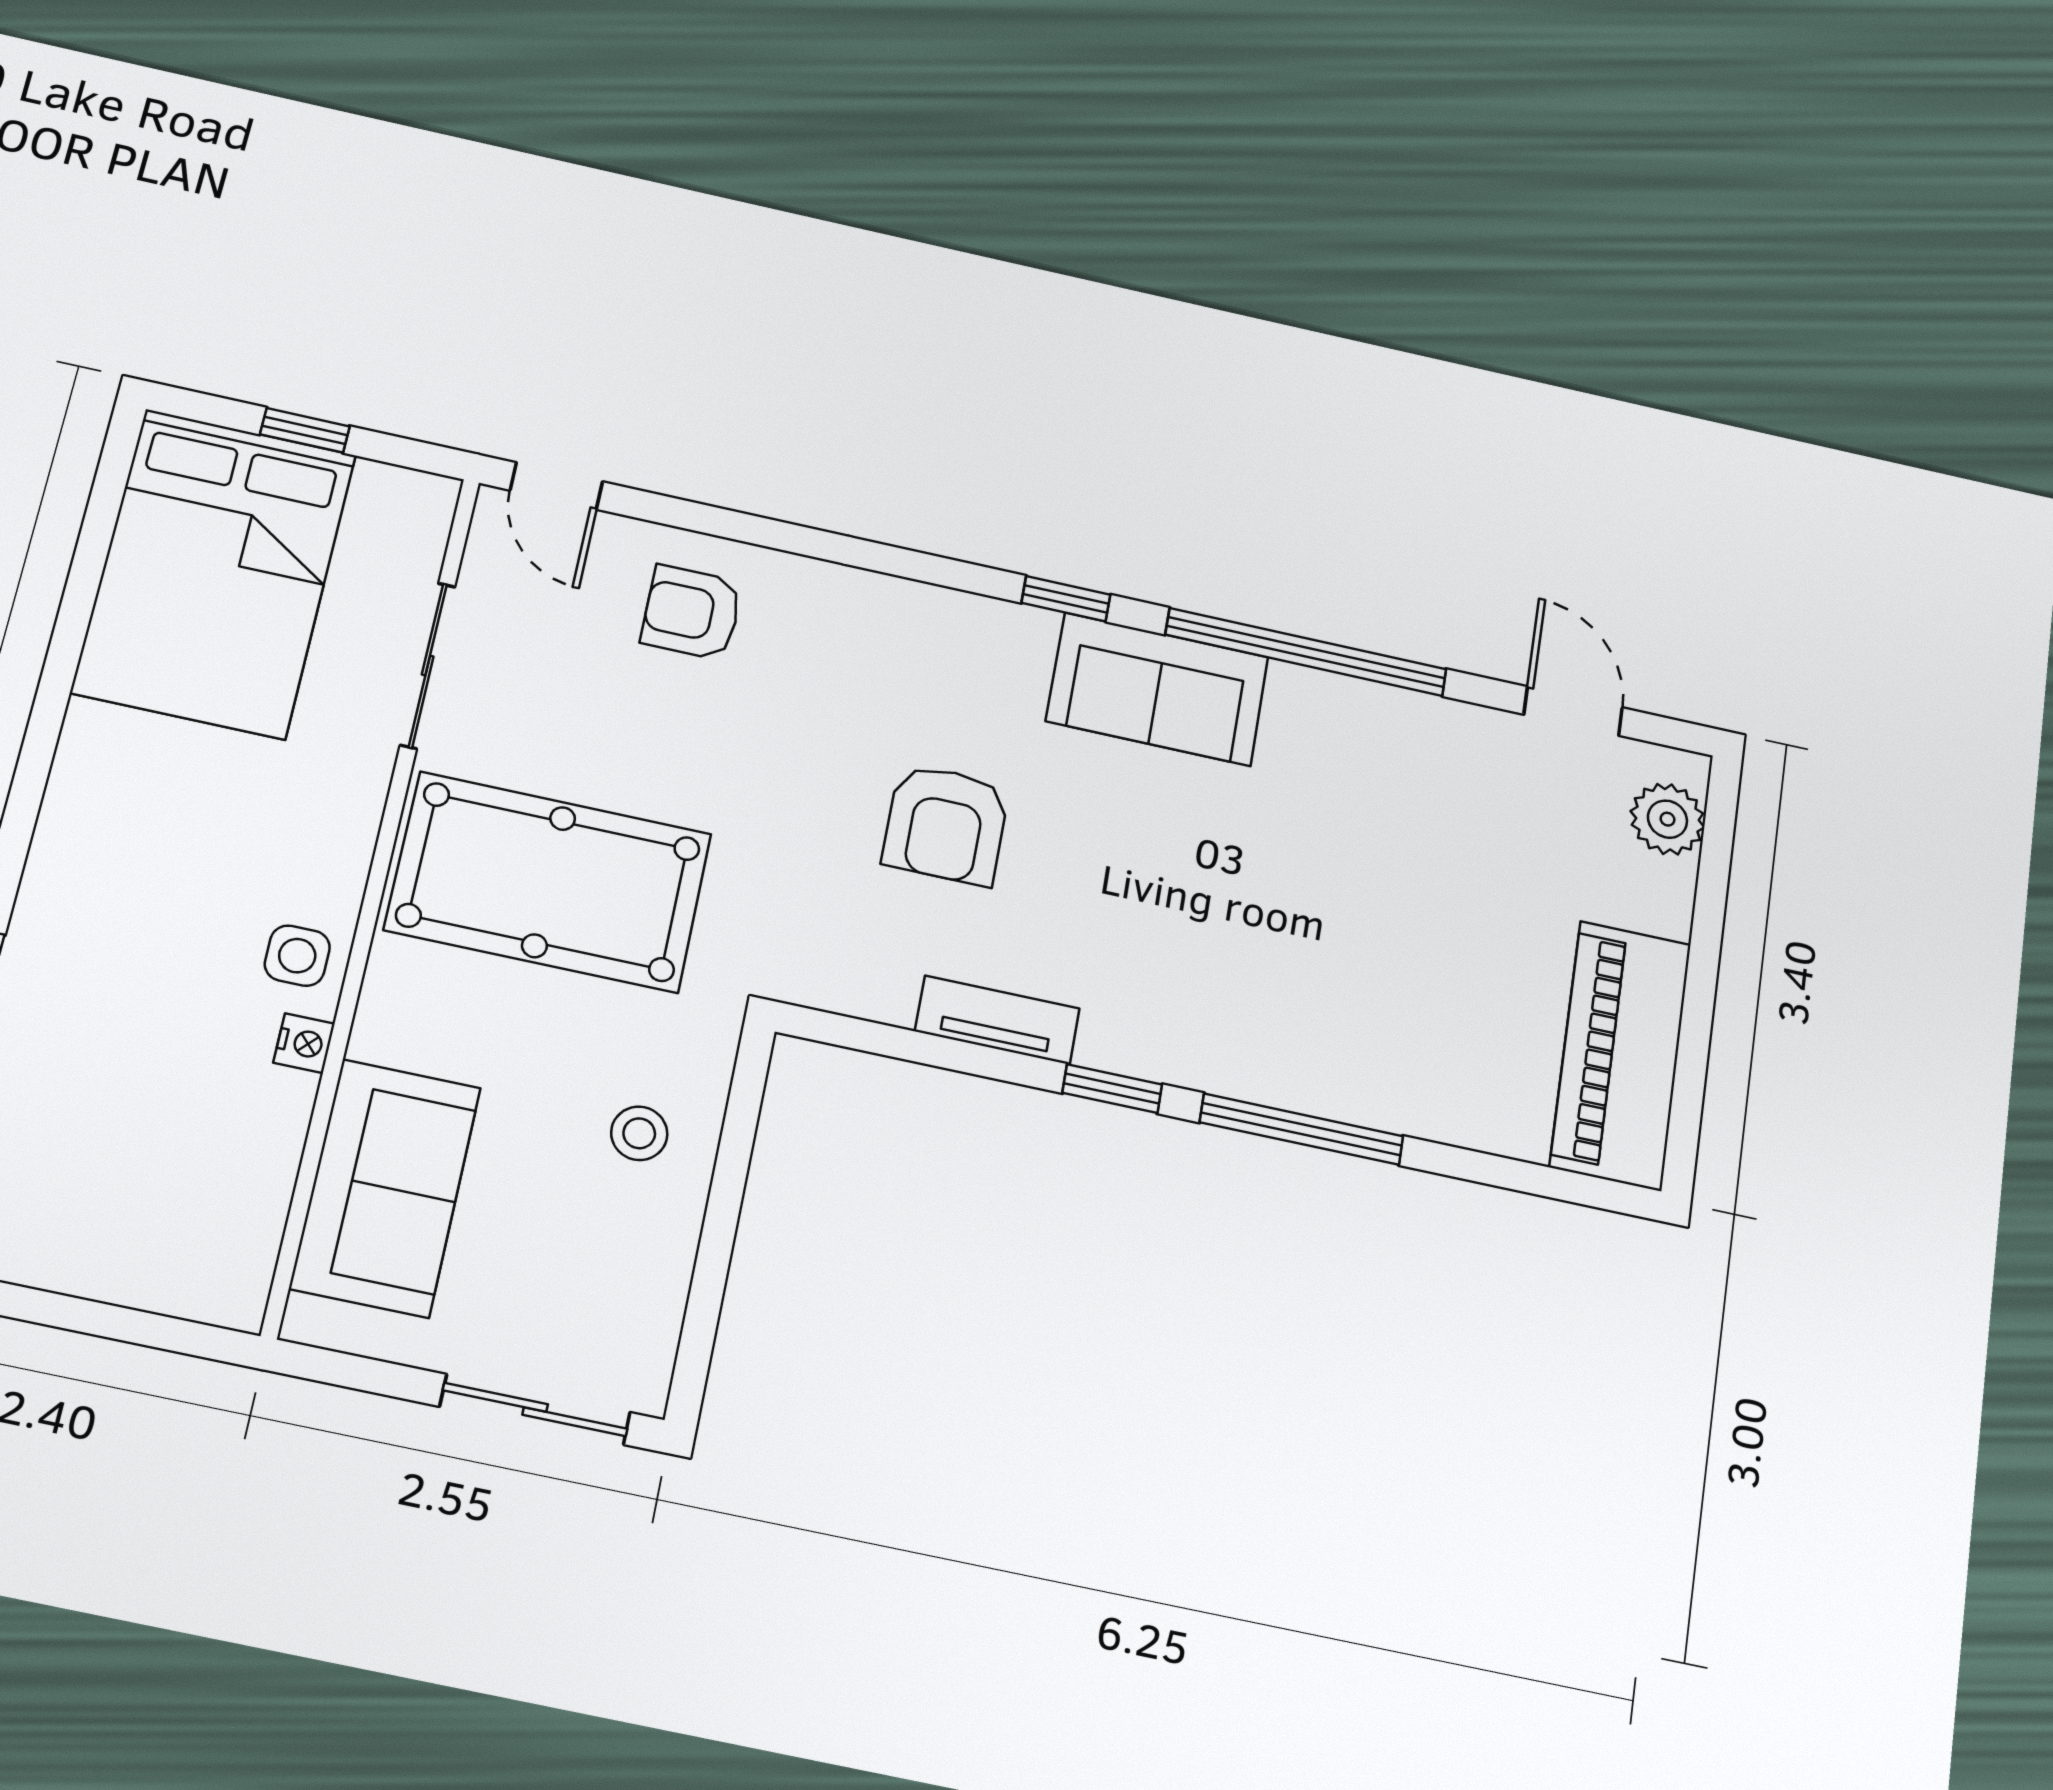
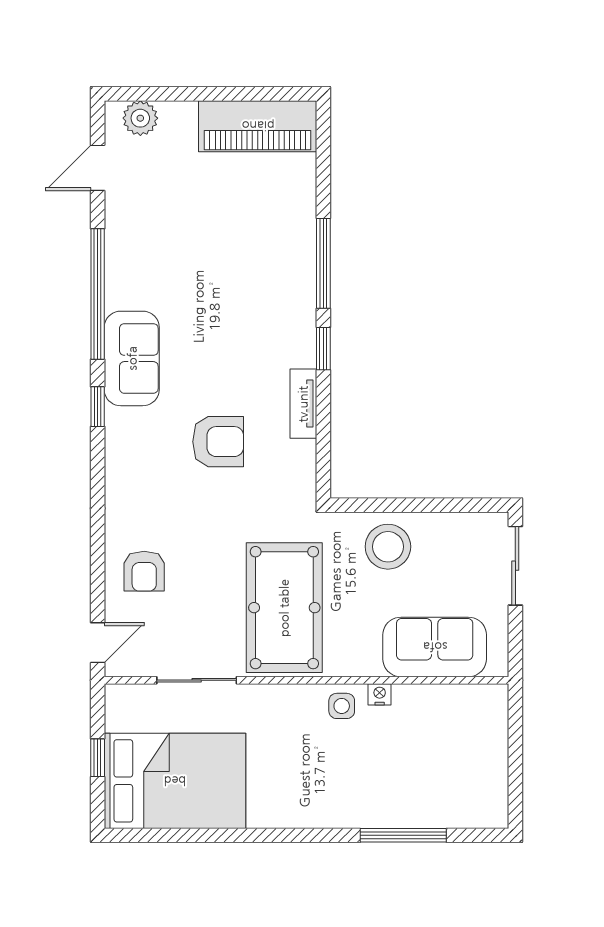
stool: (639, 1133) -> (388, 547), width x1.89, depth x1.89

